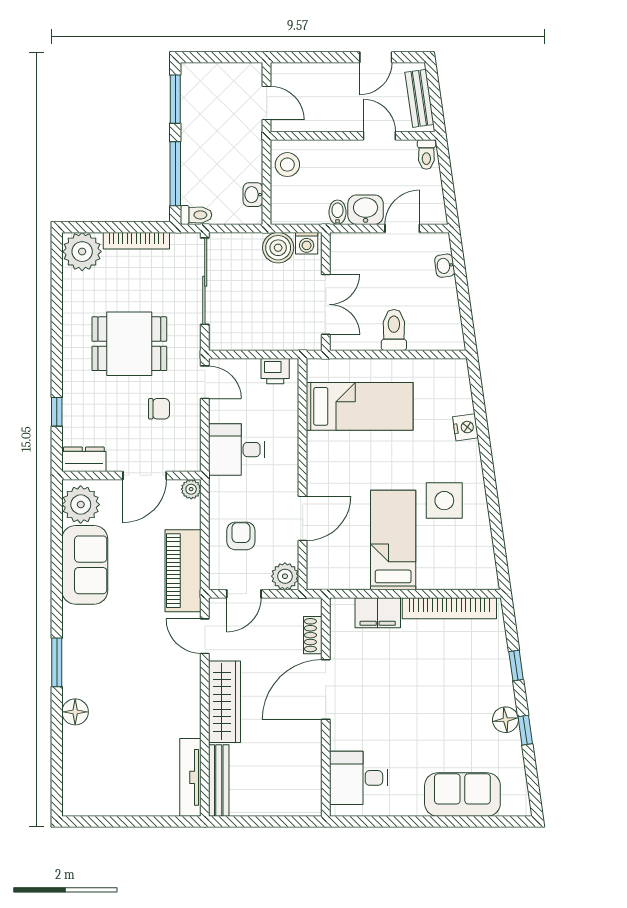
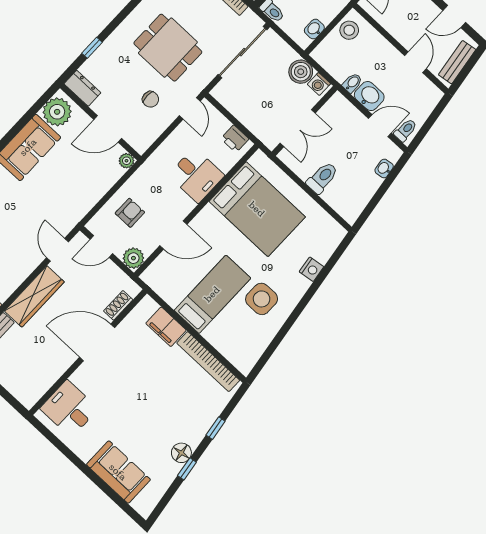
toilet: (426, 154) -> (406, 130), moved, turned 180
bed: (360, 406) -> (257, 209), width x1.50
desk: (237, 450) -> (196, 175), moved, turned 180
piano: (183, 571) -> (80, 202), removed

